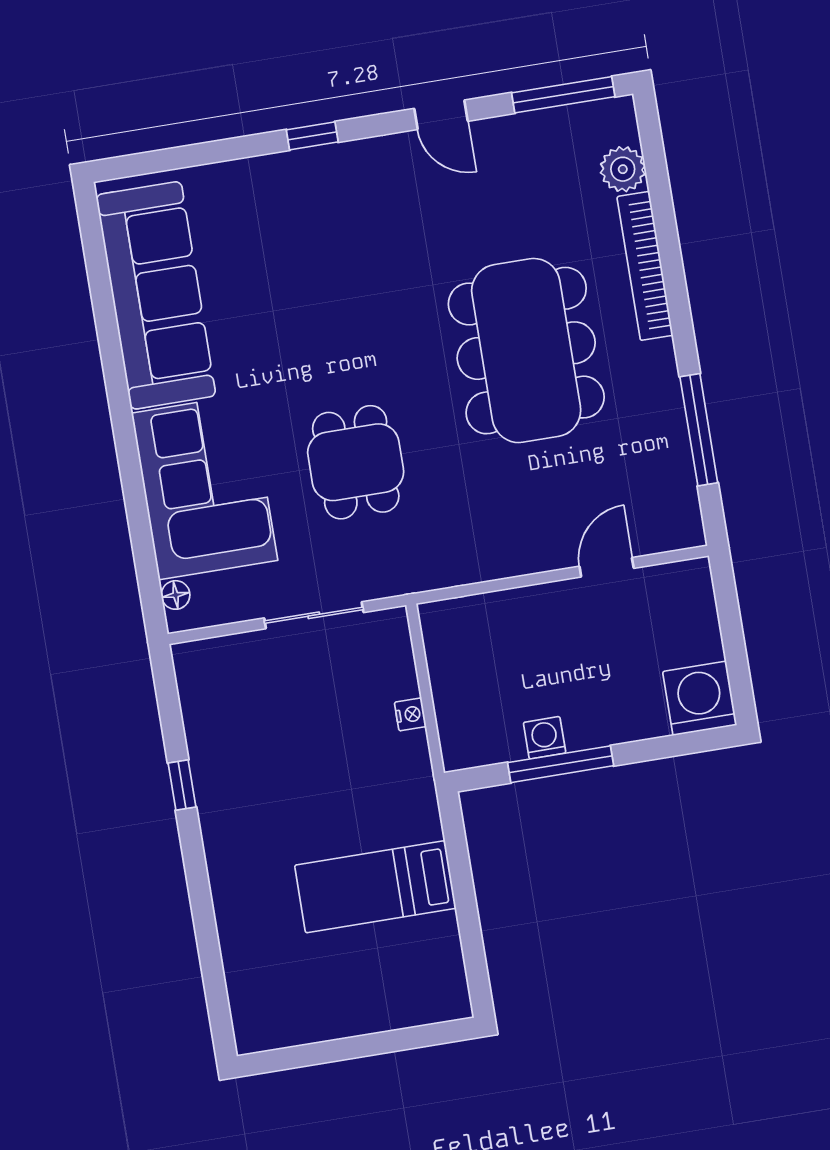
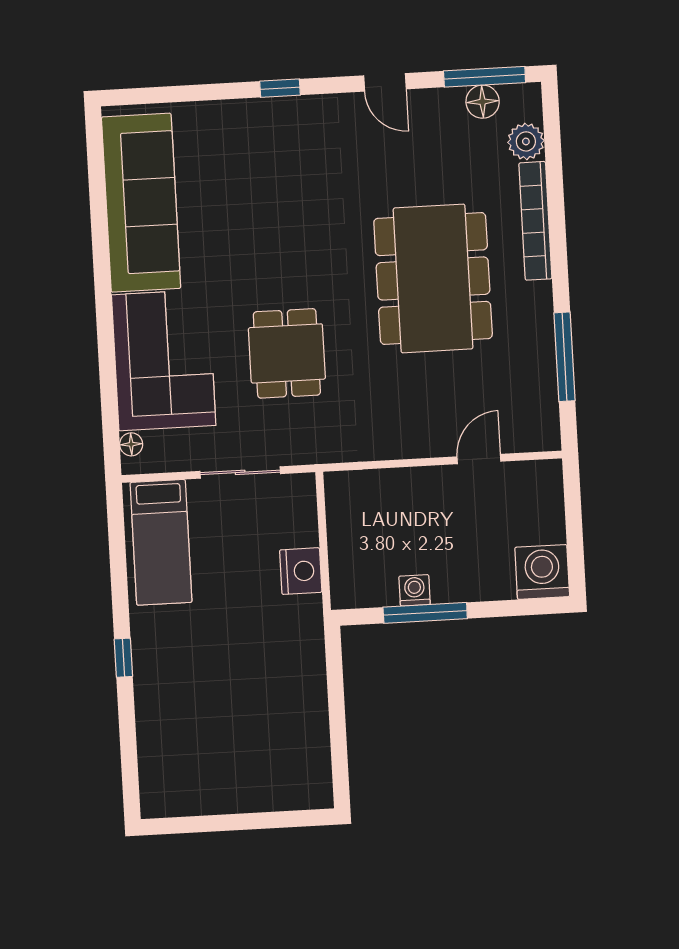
floor lamp: (564, 126) -> (483, 102), added
nightstand: (410, 714) -> (301, 571), width x1.89, depth x1.79
window: (182, 785) -> (123, 658), moved
bed: (375, 887) -> (161, 542), moved, turned -90

